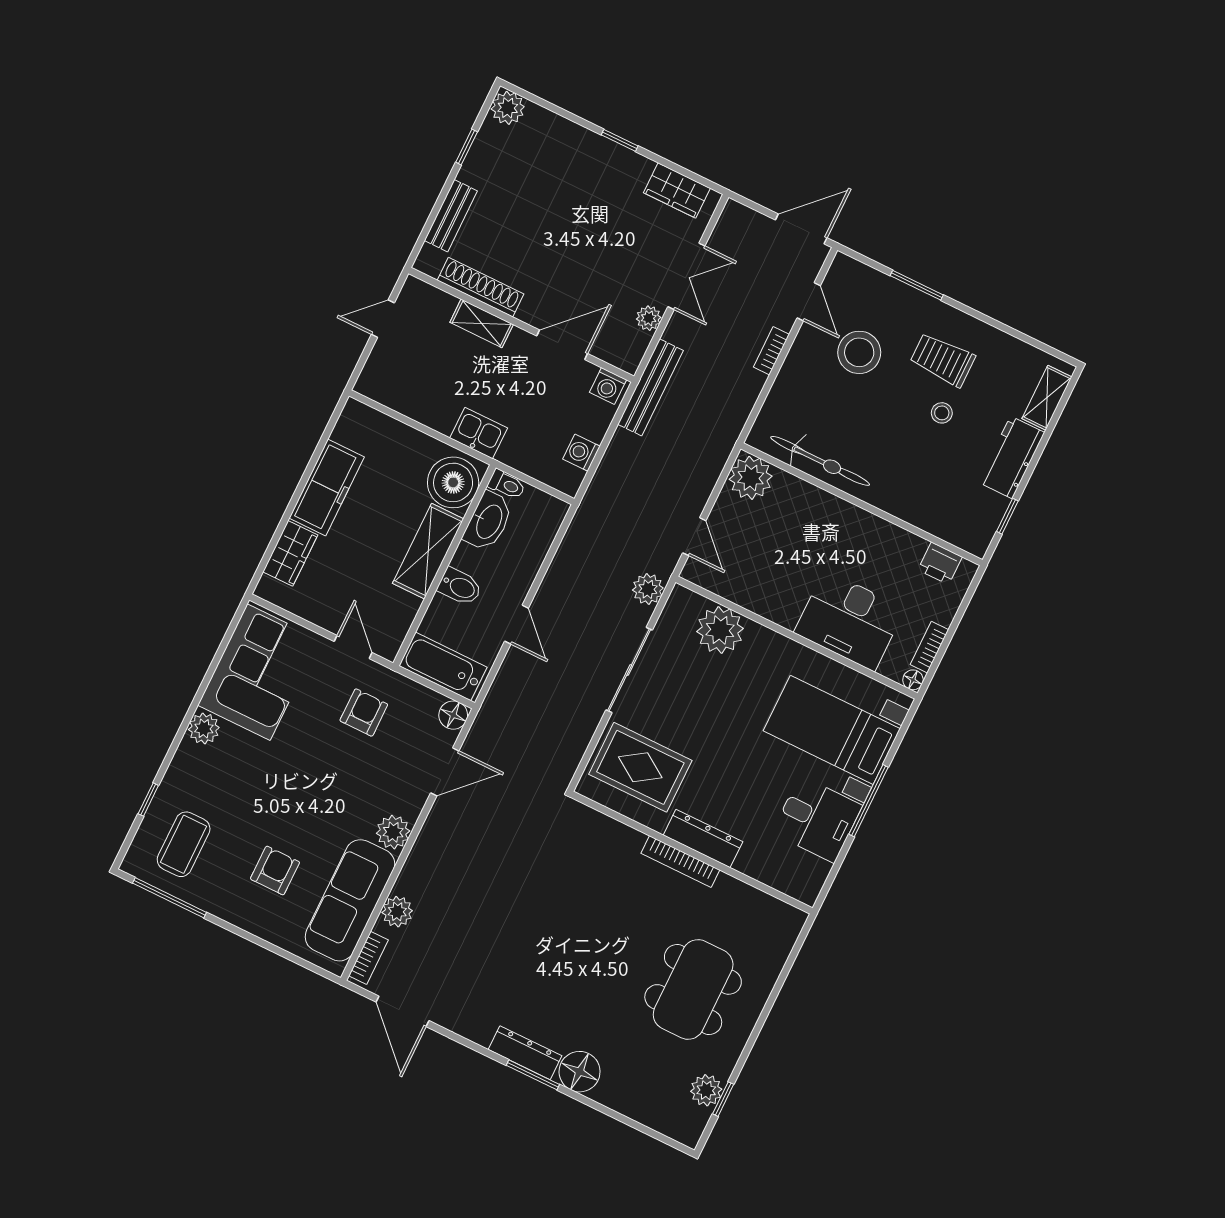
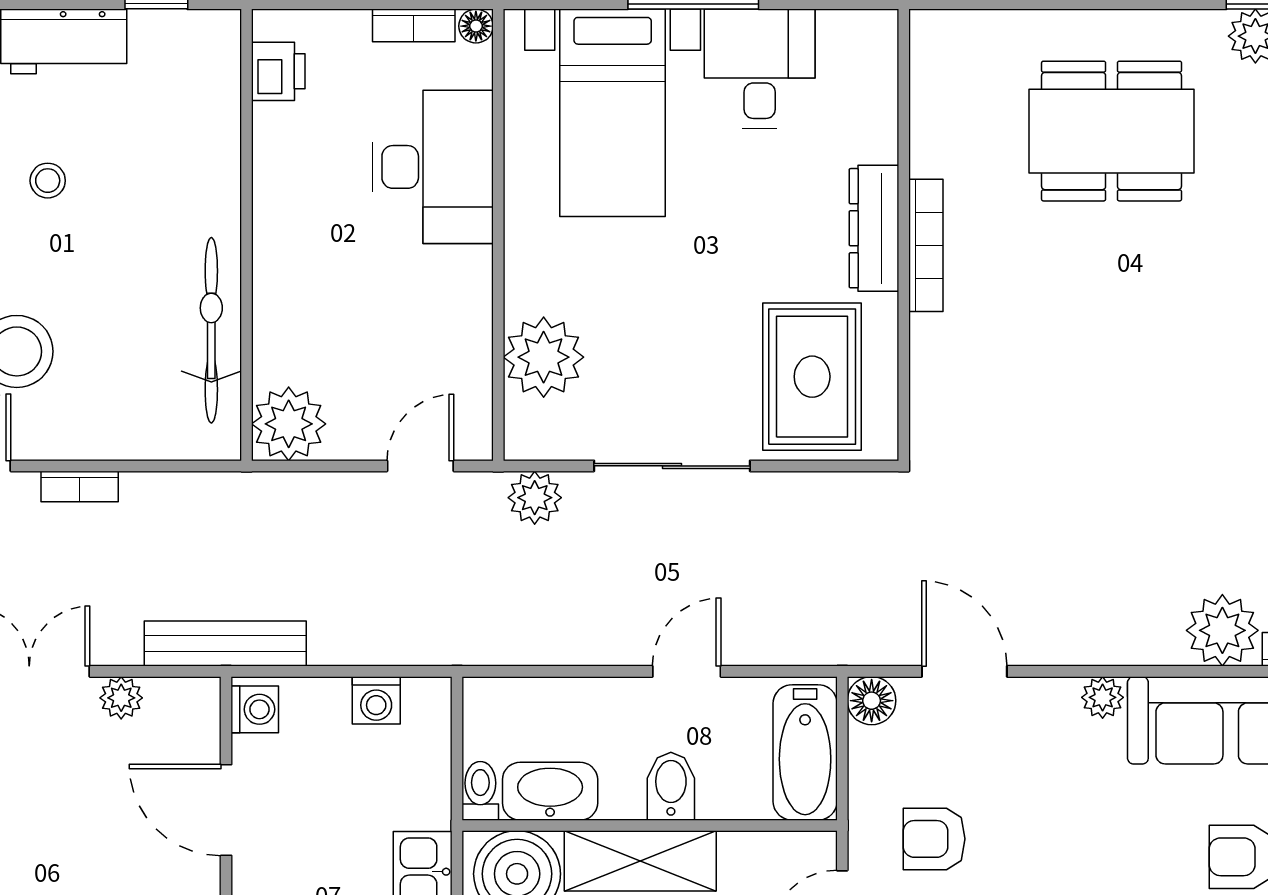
plant: (393, 832) -> (1103, 697), width x0.73, depth x0.73
plant: (397, 912) -> (1222, 630), width x1.36, depth x1.36

